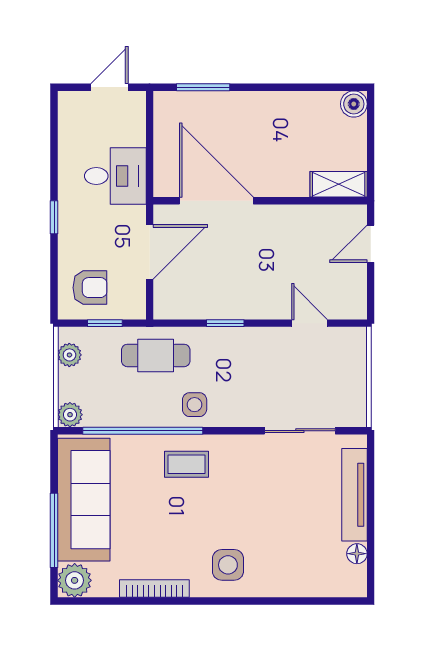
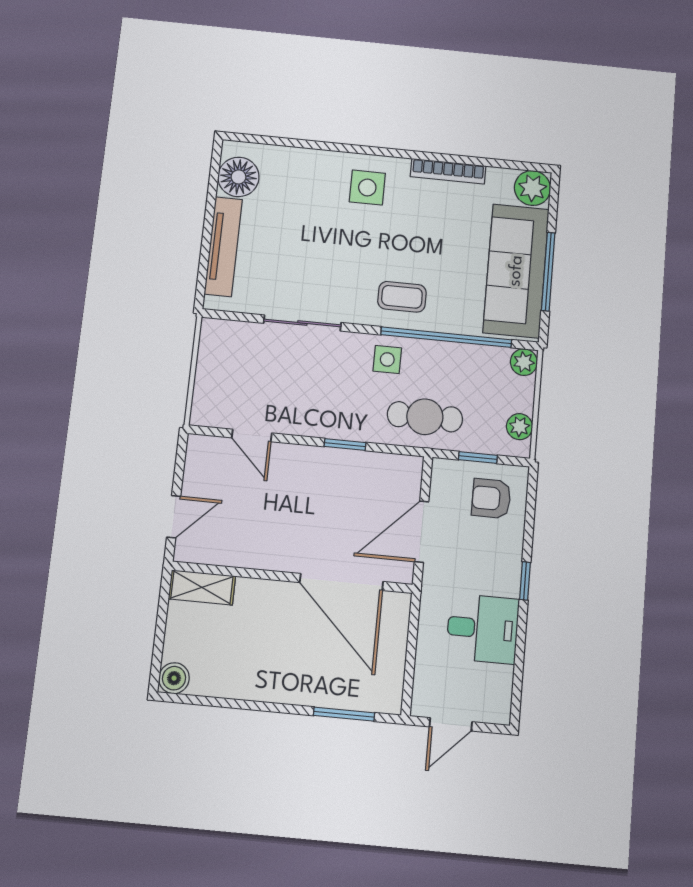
desk: (115, 176) -> (483, 629), moved, turned 180
sliding door: (300, 431) -> (302, 323), moved
window: (54, 530) -> (548, 272), moved
floor lamp: (357, 554) -> (238, 177), width x1.89, depth x1.89

